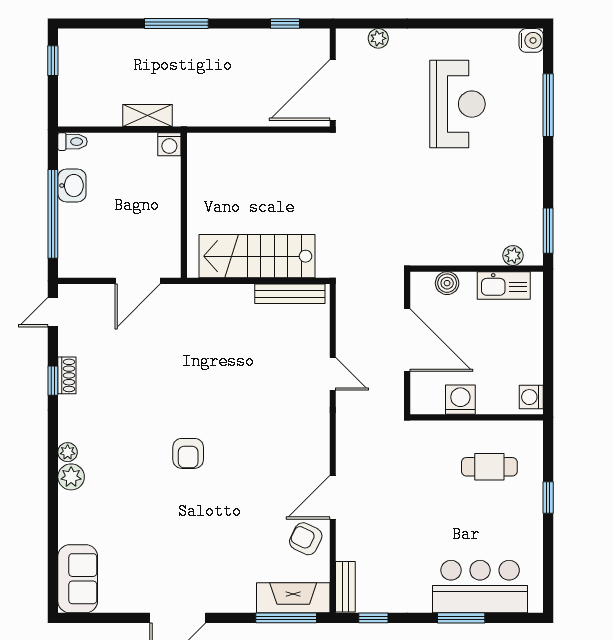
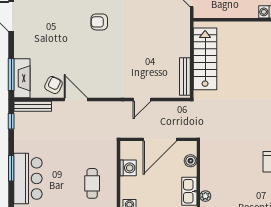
bench: (345, 587) -> (33, 106), width x1.36

